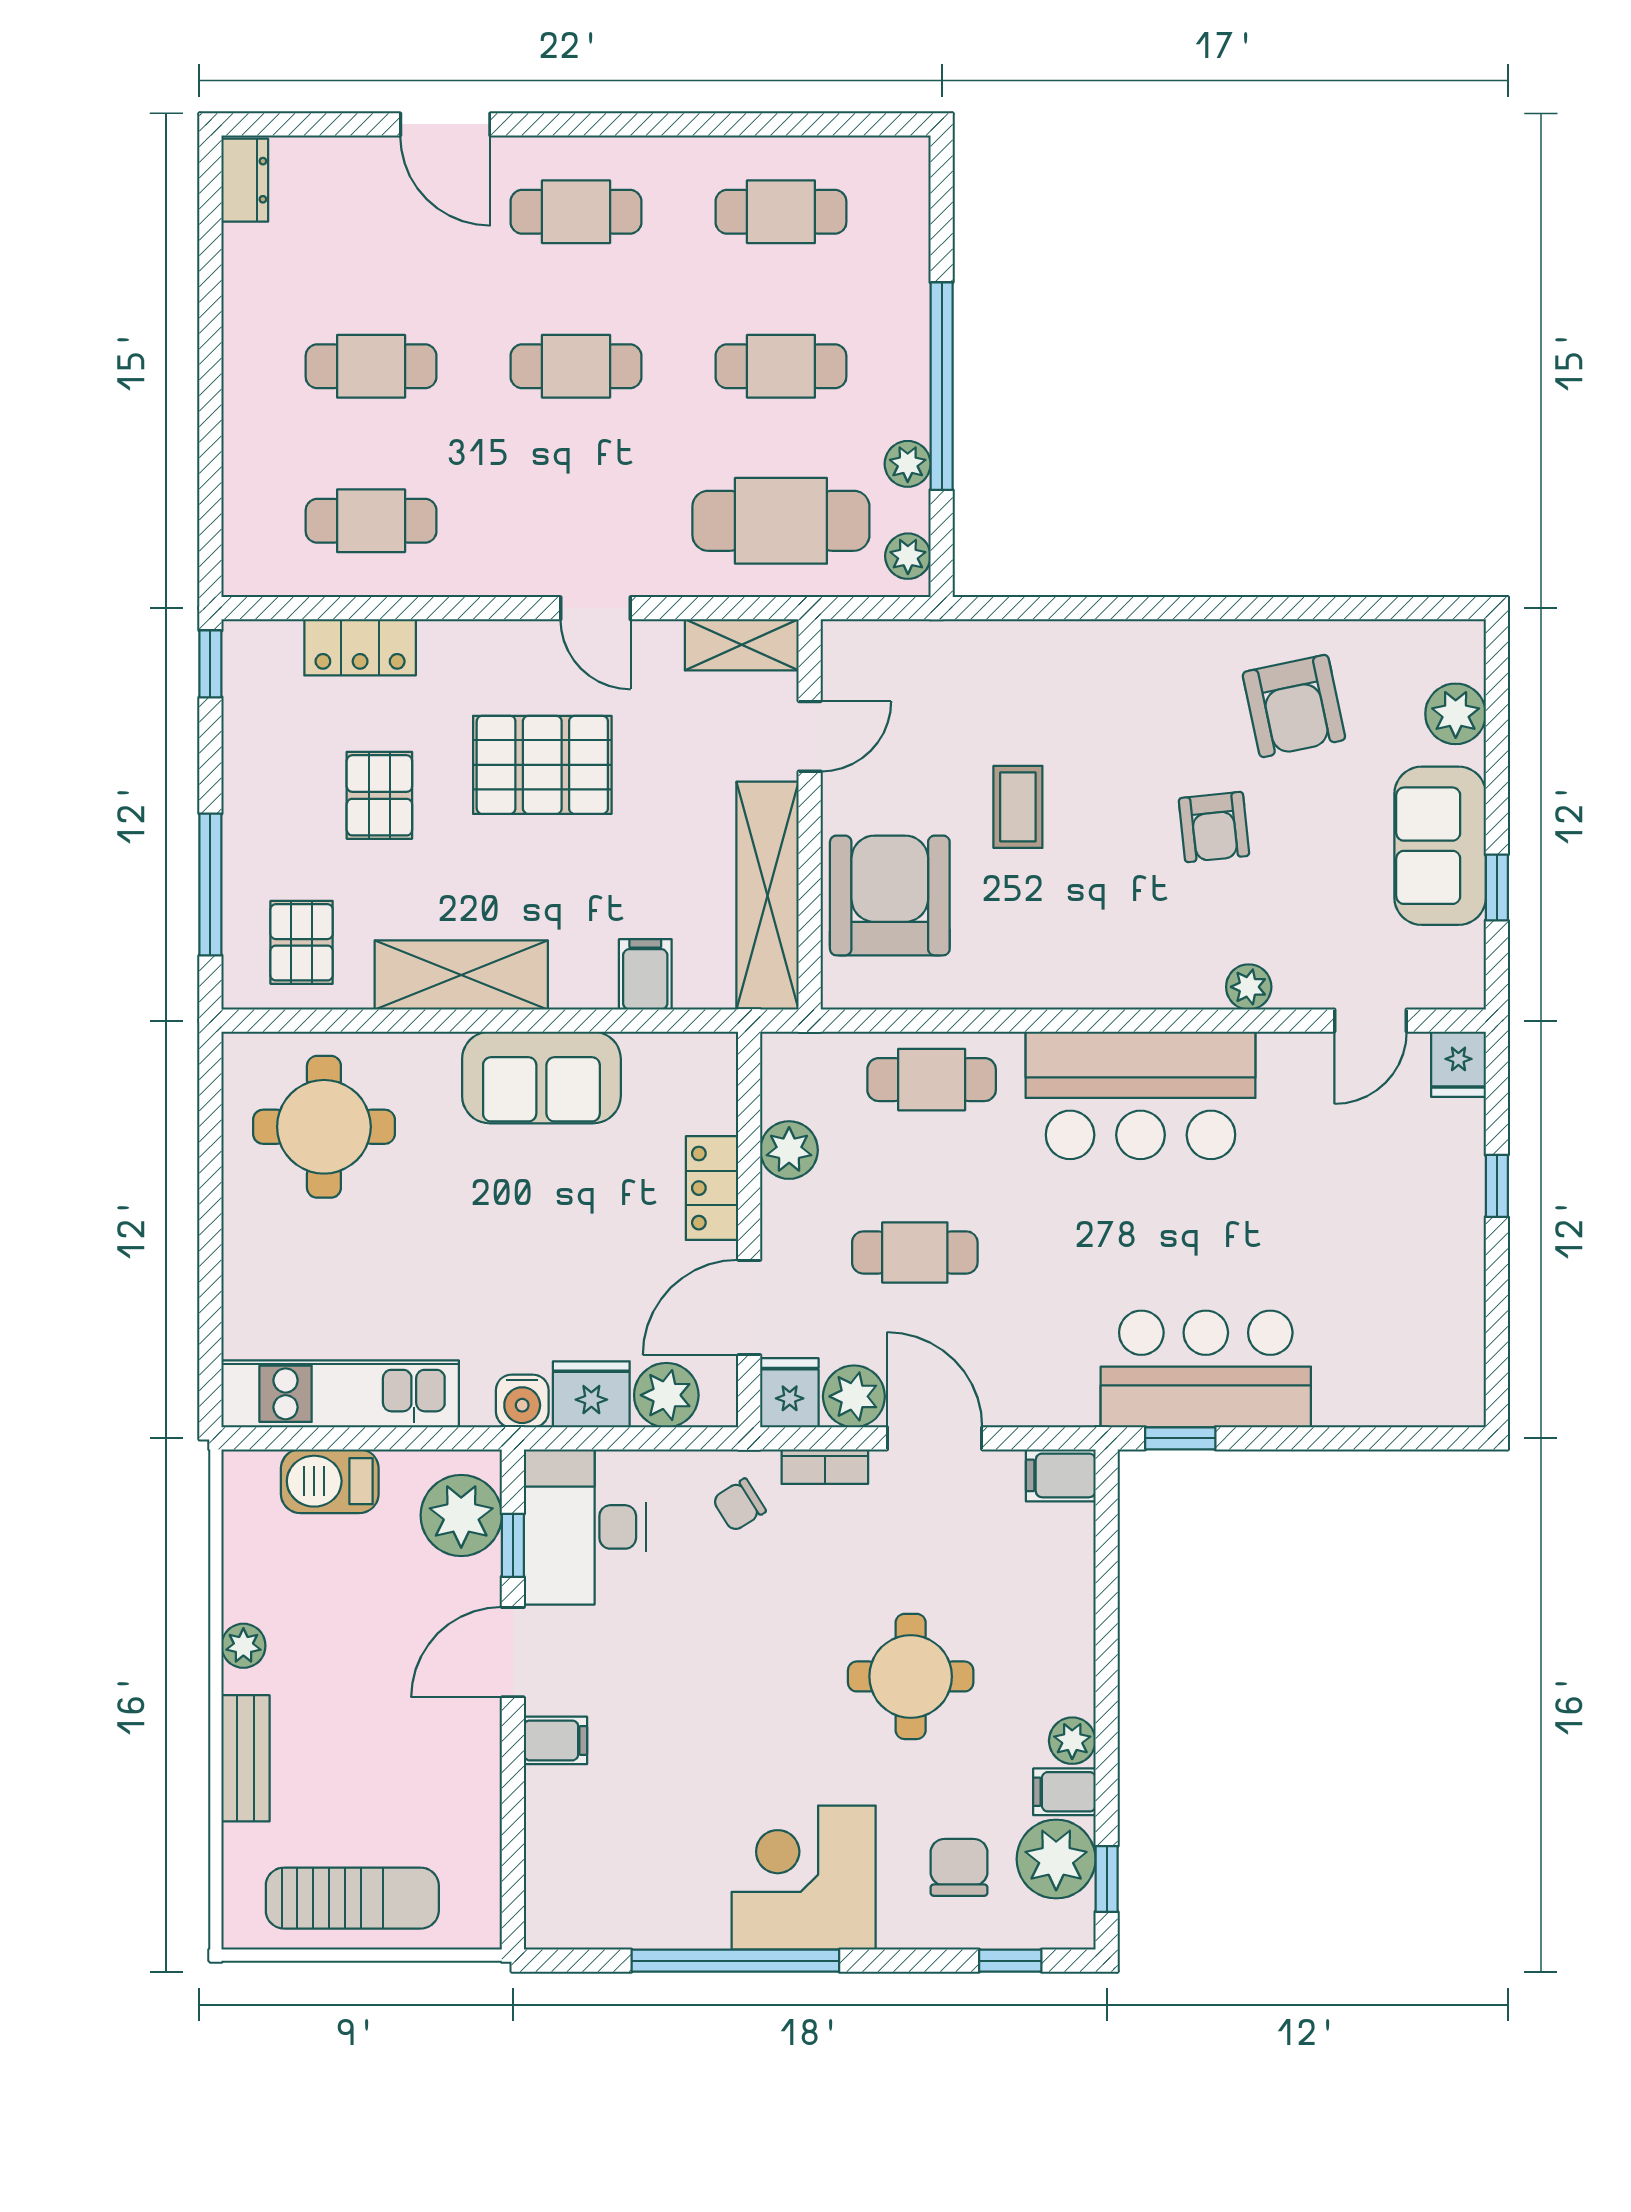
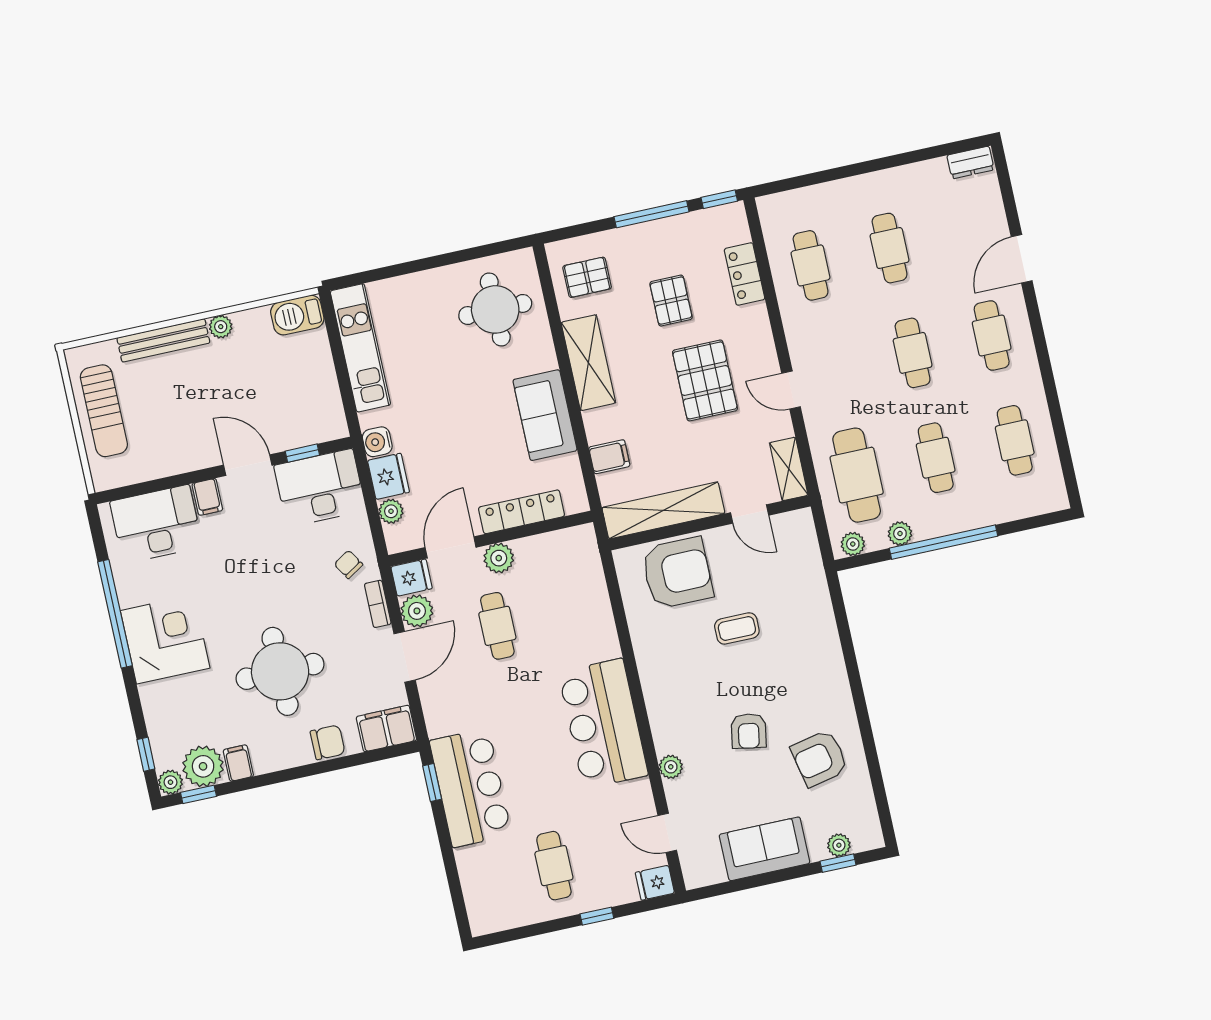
door: (595, 608) -> (791, 390), hinge flipped
plant: (1456, 714) -> (839, 845), width x0.73, depth x0.73
pallet: (379, 795) -> (671, 301), turned 90
armchair: (1214, 827) -> (749, 731), turned -74
window: (210, 884) -> (652, 214), moved
window: (1497, 888) -> (838, 863), moved
cafe table: (932, 1080) -> (554, 866), moved
plant: (789, 1150) -> (499, 558), moved
locker: (712, 1188) -> (521, 512), width x1.53
door: (749, 1307) -> (451, 547), hinge flipped
plant: (666, 1395) -> (391, 511), width x0.73, depth x0.73
filing cabinet: (1061, 1475) -> (386, 729), width x2.00
barbecue: (330, 1481) -> (297, 315), moved, turned -90
plant: (461, 1515) -> (312, 423), removed
round table: (911, 1676) -> (280, 671), width x1.36, depth x1.36
plant: (1072, 1741) -> (170, 782), moved
bench: (246, 1758) -> (163, 340), width x1.36
desk: (585, 1847) -> (156, 524), added
chair: (959, 1867) -> (328, 742), moved

